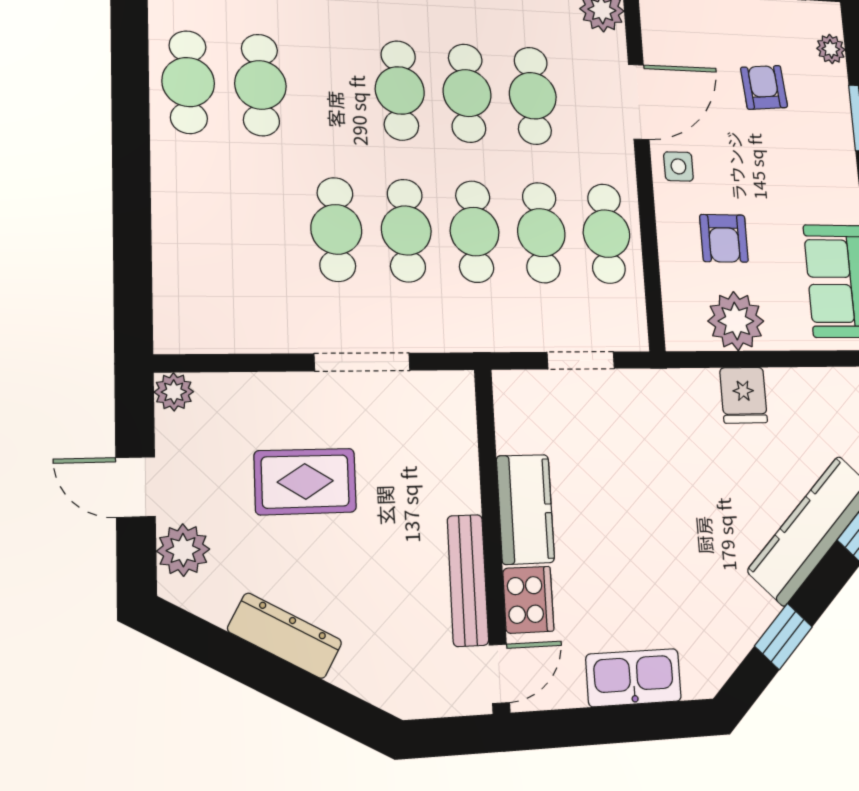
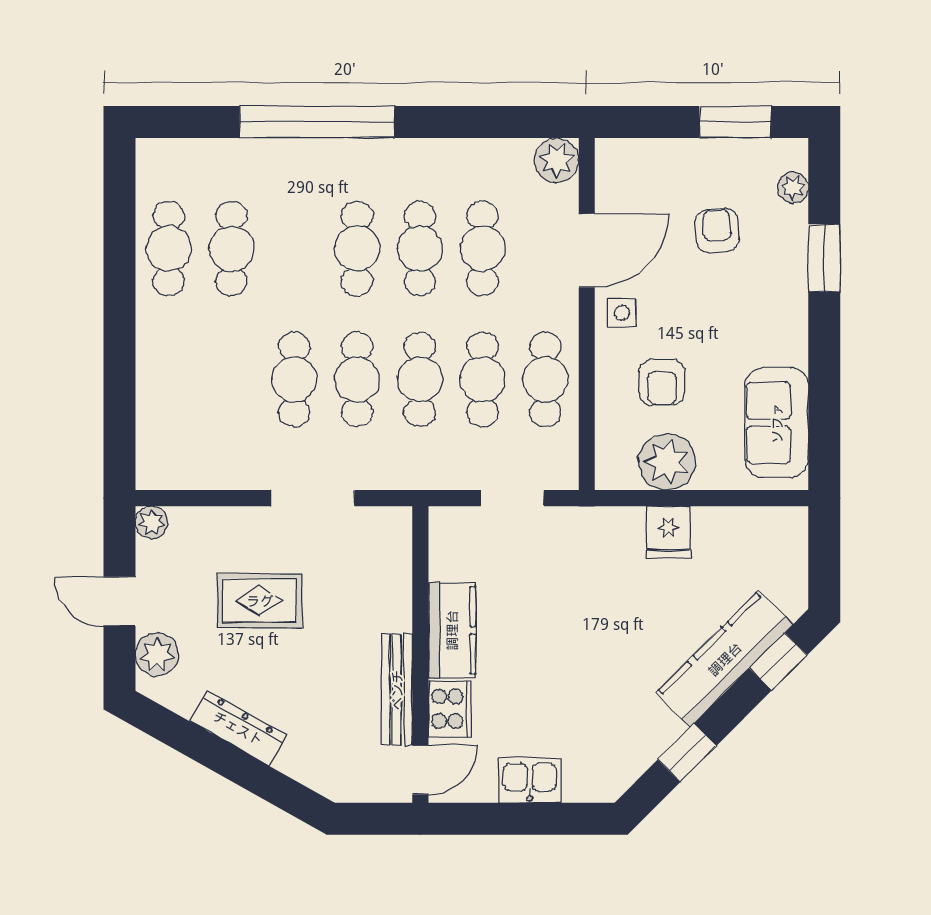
kitchen sink: (634, 678) -> (530, 780), width x0.73

